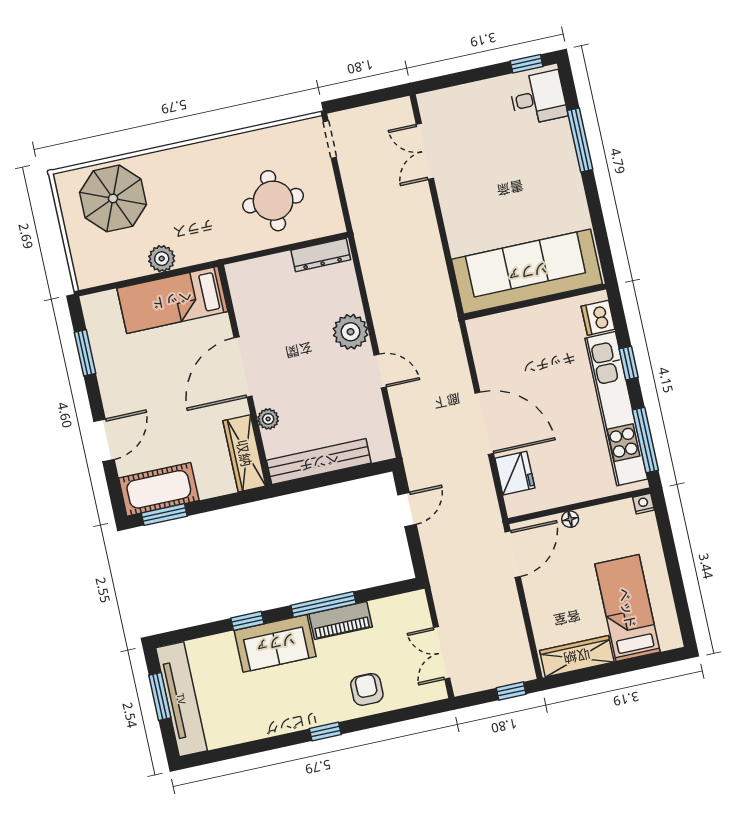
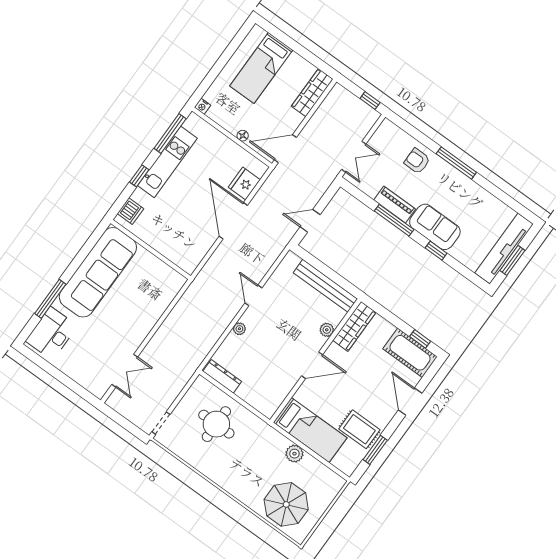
window: (527, 64) -> (36, 359), removed
desk: (538, 98) -> (52, 333), width x1.37
sofa: (527, 272) -> (98, 272), moved, turned -90
plant: (351, 332) -> (239, 329), width x0.53, depth x0.53
rug: (124, 356) -> (359, 429), added
door: (243, 367) -> (312, 365), width x0.73
kitchen unit: (616, 409) -> (167, 162), width x0.73
door: (104, 440) -> (410, 402), hinge flipped
window: (164, 515) -> (420, 339), width x0.67
double door: (442, 653) -> (354, 157), moved
wardrobe: (577, 656) -> (312, 93), moved, turned 90
armchair: (367, 689) -> (417, 161), turned 90
window: (511, 691) -> (370, 101), moved
window: (325, 731) -> (456, 163), width x2.17

